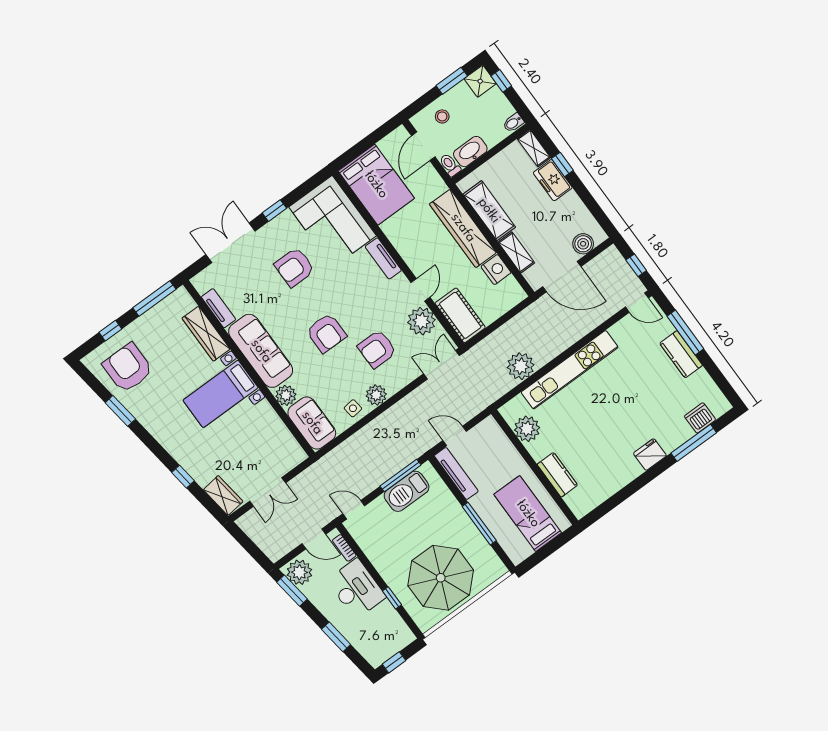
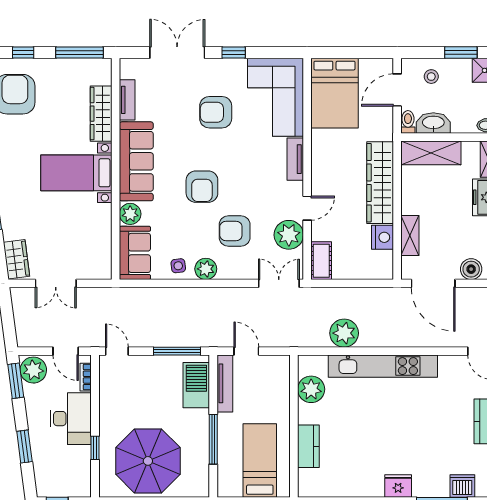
shelving: (489, 211) -> (431, 153), moved, turned 90
cot: (460, 315) -> (321, 261), width x0.73, depth x0.75
barbecue: (407, 491) -> (196, 385), moved, turned 90

